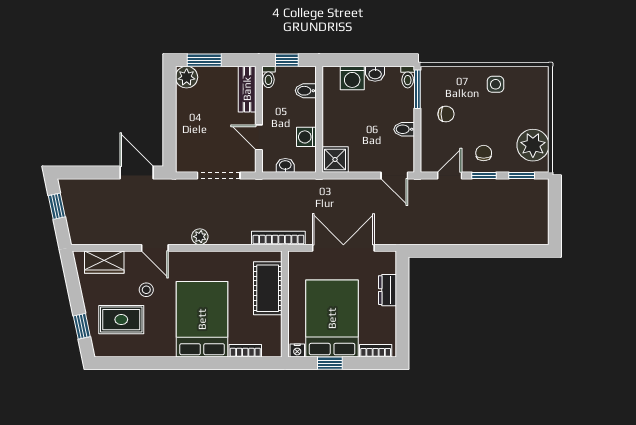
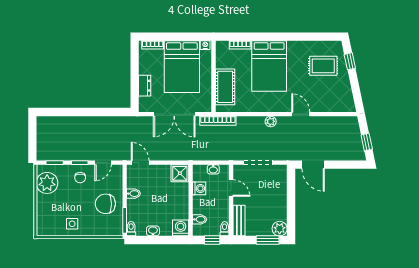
washing machine: (352, 78) -> (181, 228), moved
chair: (446, 114) -> (105, 204), width x1.87, depth x1.87
wardrobe: (104, 262) -> (335, 104), removed
stool: (146, 290) -> (307, 86), removed
window: (330, 363) -> (183, 37), removed

